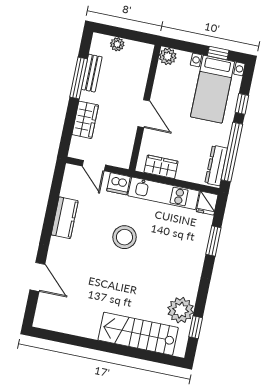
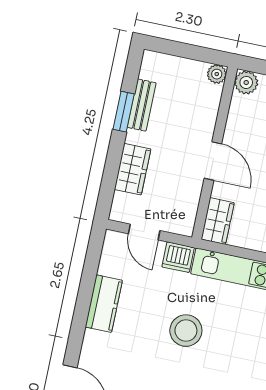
plant: (117, 44) -> (217, 74), moved
window: (79, 78) -> (124, 112), width x0.69
wardrobe: (161, 167) -> (218, 221), moved, turned 90

